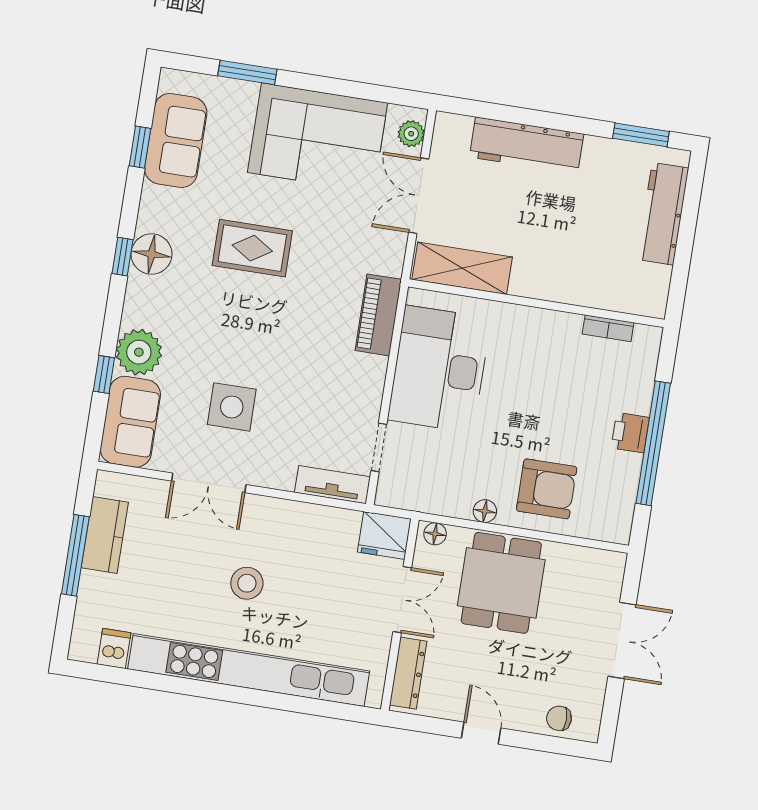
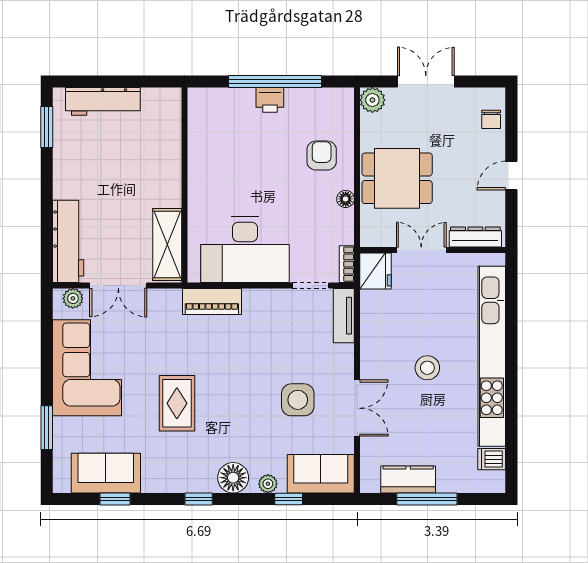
workbench: (527, 145) -> (68, 241), moved
floor lamp: (152, 254) -> (233, 478), moved
bookcase: (608, 328) -> (347, 264), moved, turned 180
plant: (139, 352) -> (268, 484), width x0.53, depth x0.53
armchair: (547, 489) -> (322, 156), width x0.72, depth x0.72
floor lamp: (435, 534) -> (368, 233), removed
plant: (609, 567) -> (372, 100), added

